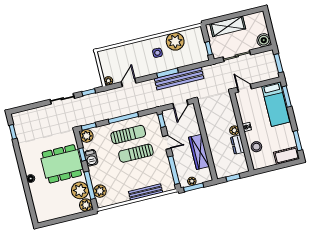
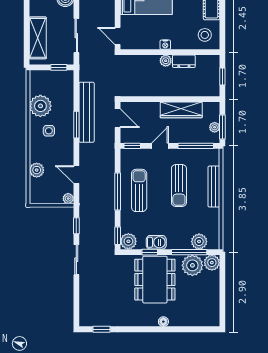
plant: (124, 51) -> (37, 170), added
door: (244, 88) -> (118, 36), hinge flipped
stool: (256, 147) -> (205, 35), moved
sun lounger: (136, 153) -> (179, 186), moved

